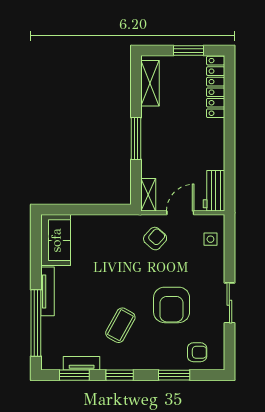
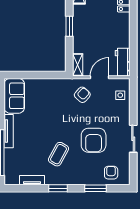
window: (136, 138) -> (69, 26), width x0.69
armchair: (197, 352) -> (111, 173), turned -90
window: (74, 375) -> (27, 188), removed

